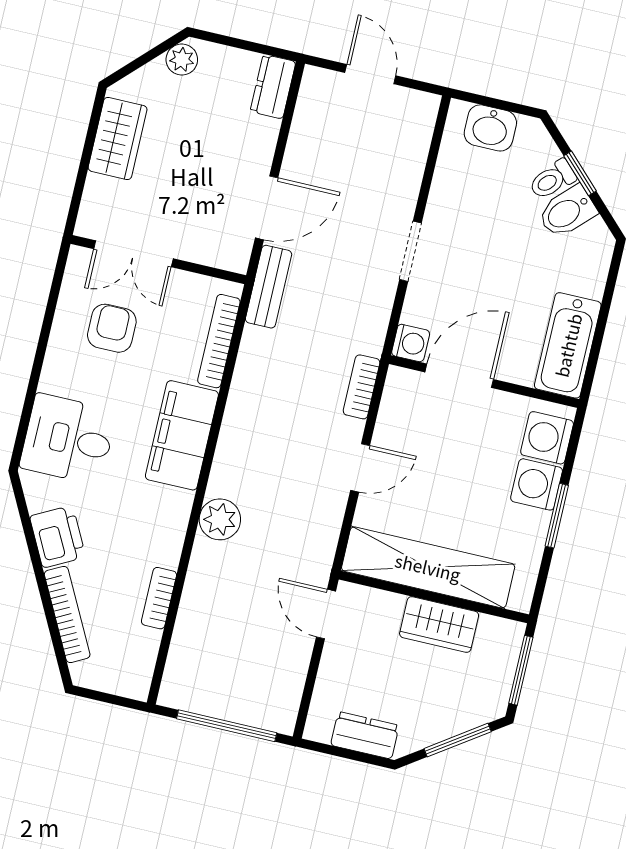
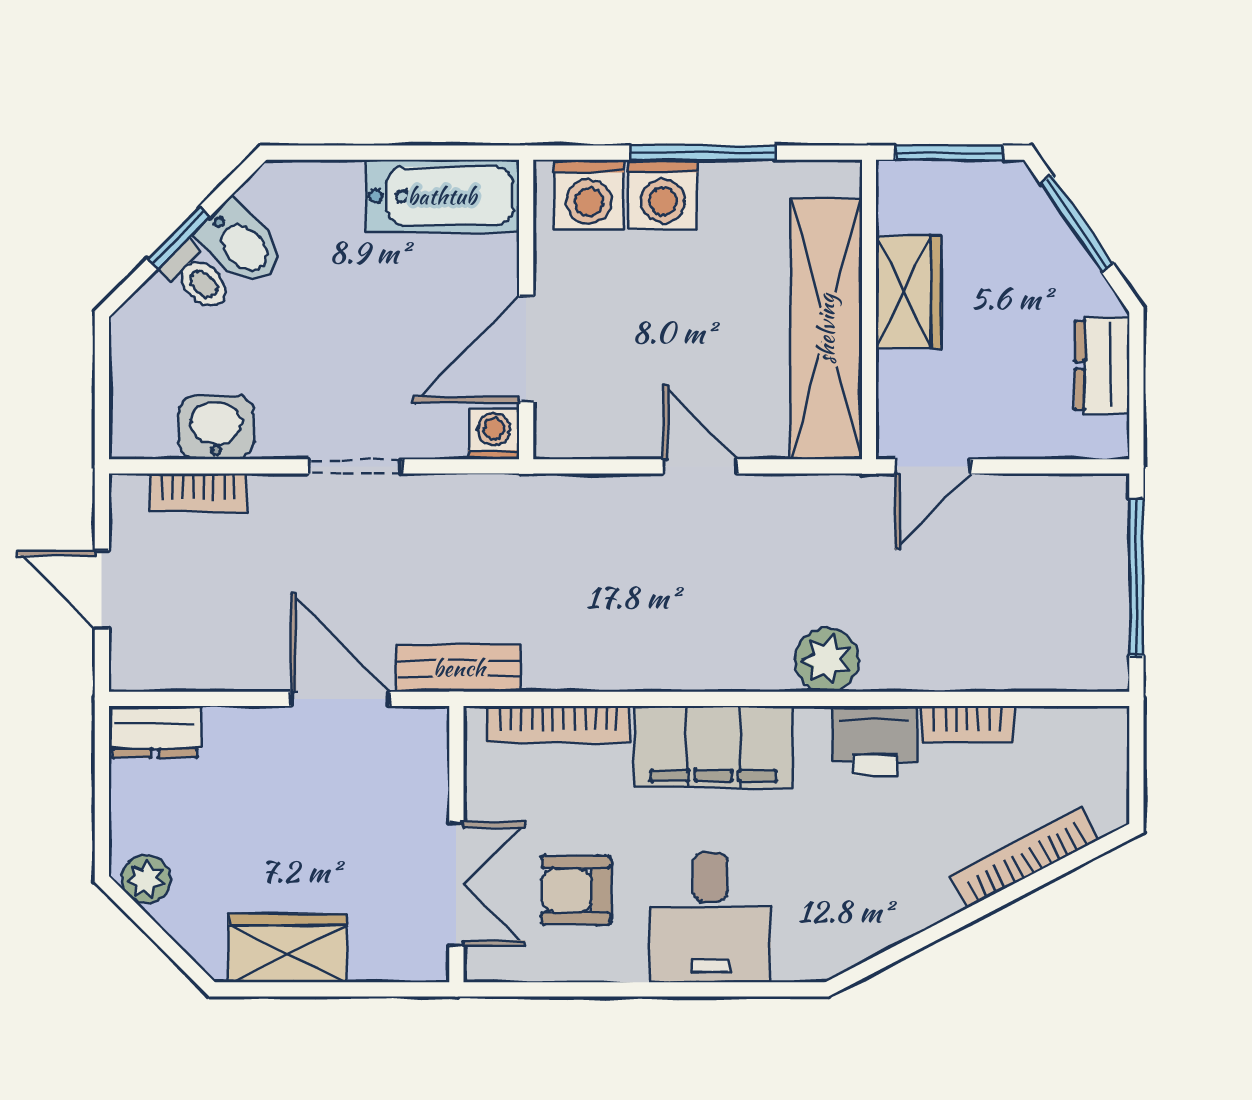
door: (370, 74) -> (102, 589), hinge flipped
washbasin: (490, 128) -> (216, 427), moved, turned -90
door: (459, 376) -> (526, 349), hinge flipped
bookcase: (362, 387) -> (198, 493), moved
desk: (68, 439) -> (711, 917), moved
window: (557, 516) -> (703, 153), width x1.44
printer: (58, 537) -> (875, 741), moved, turned -152

